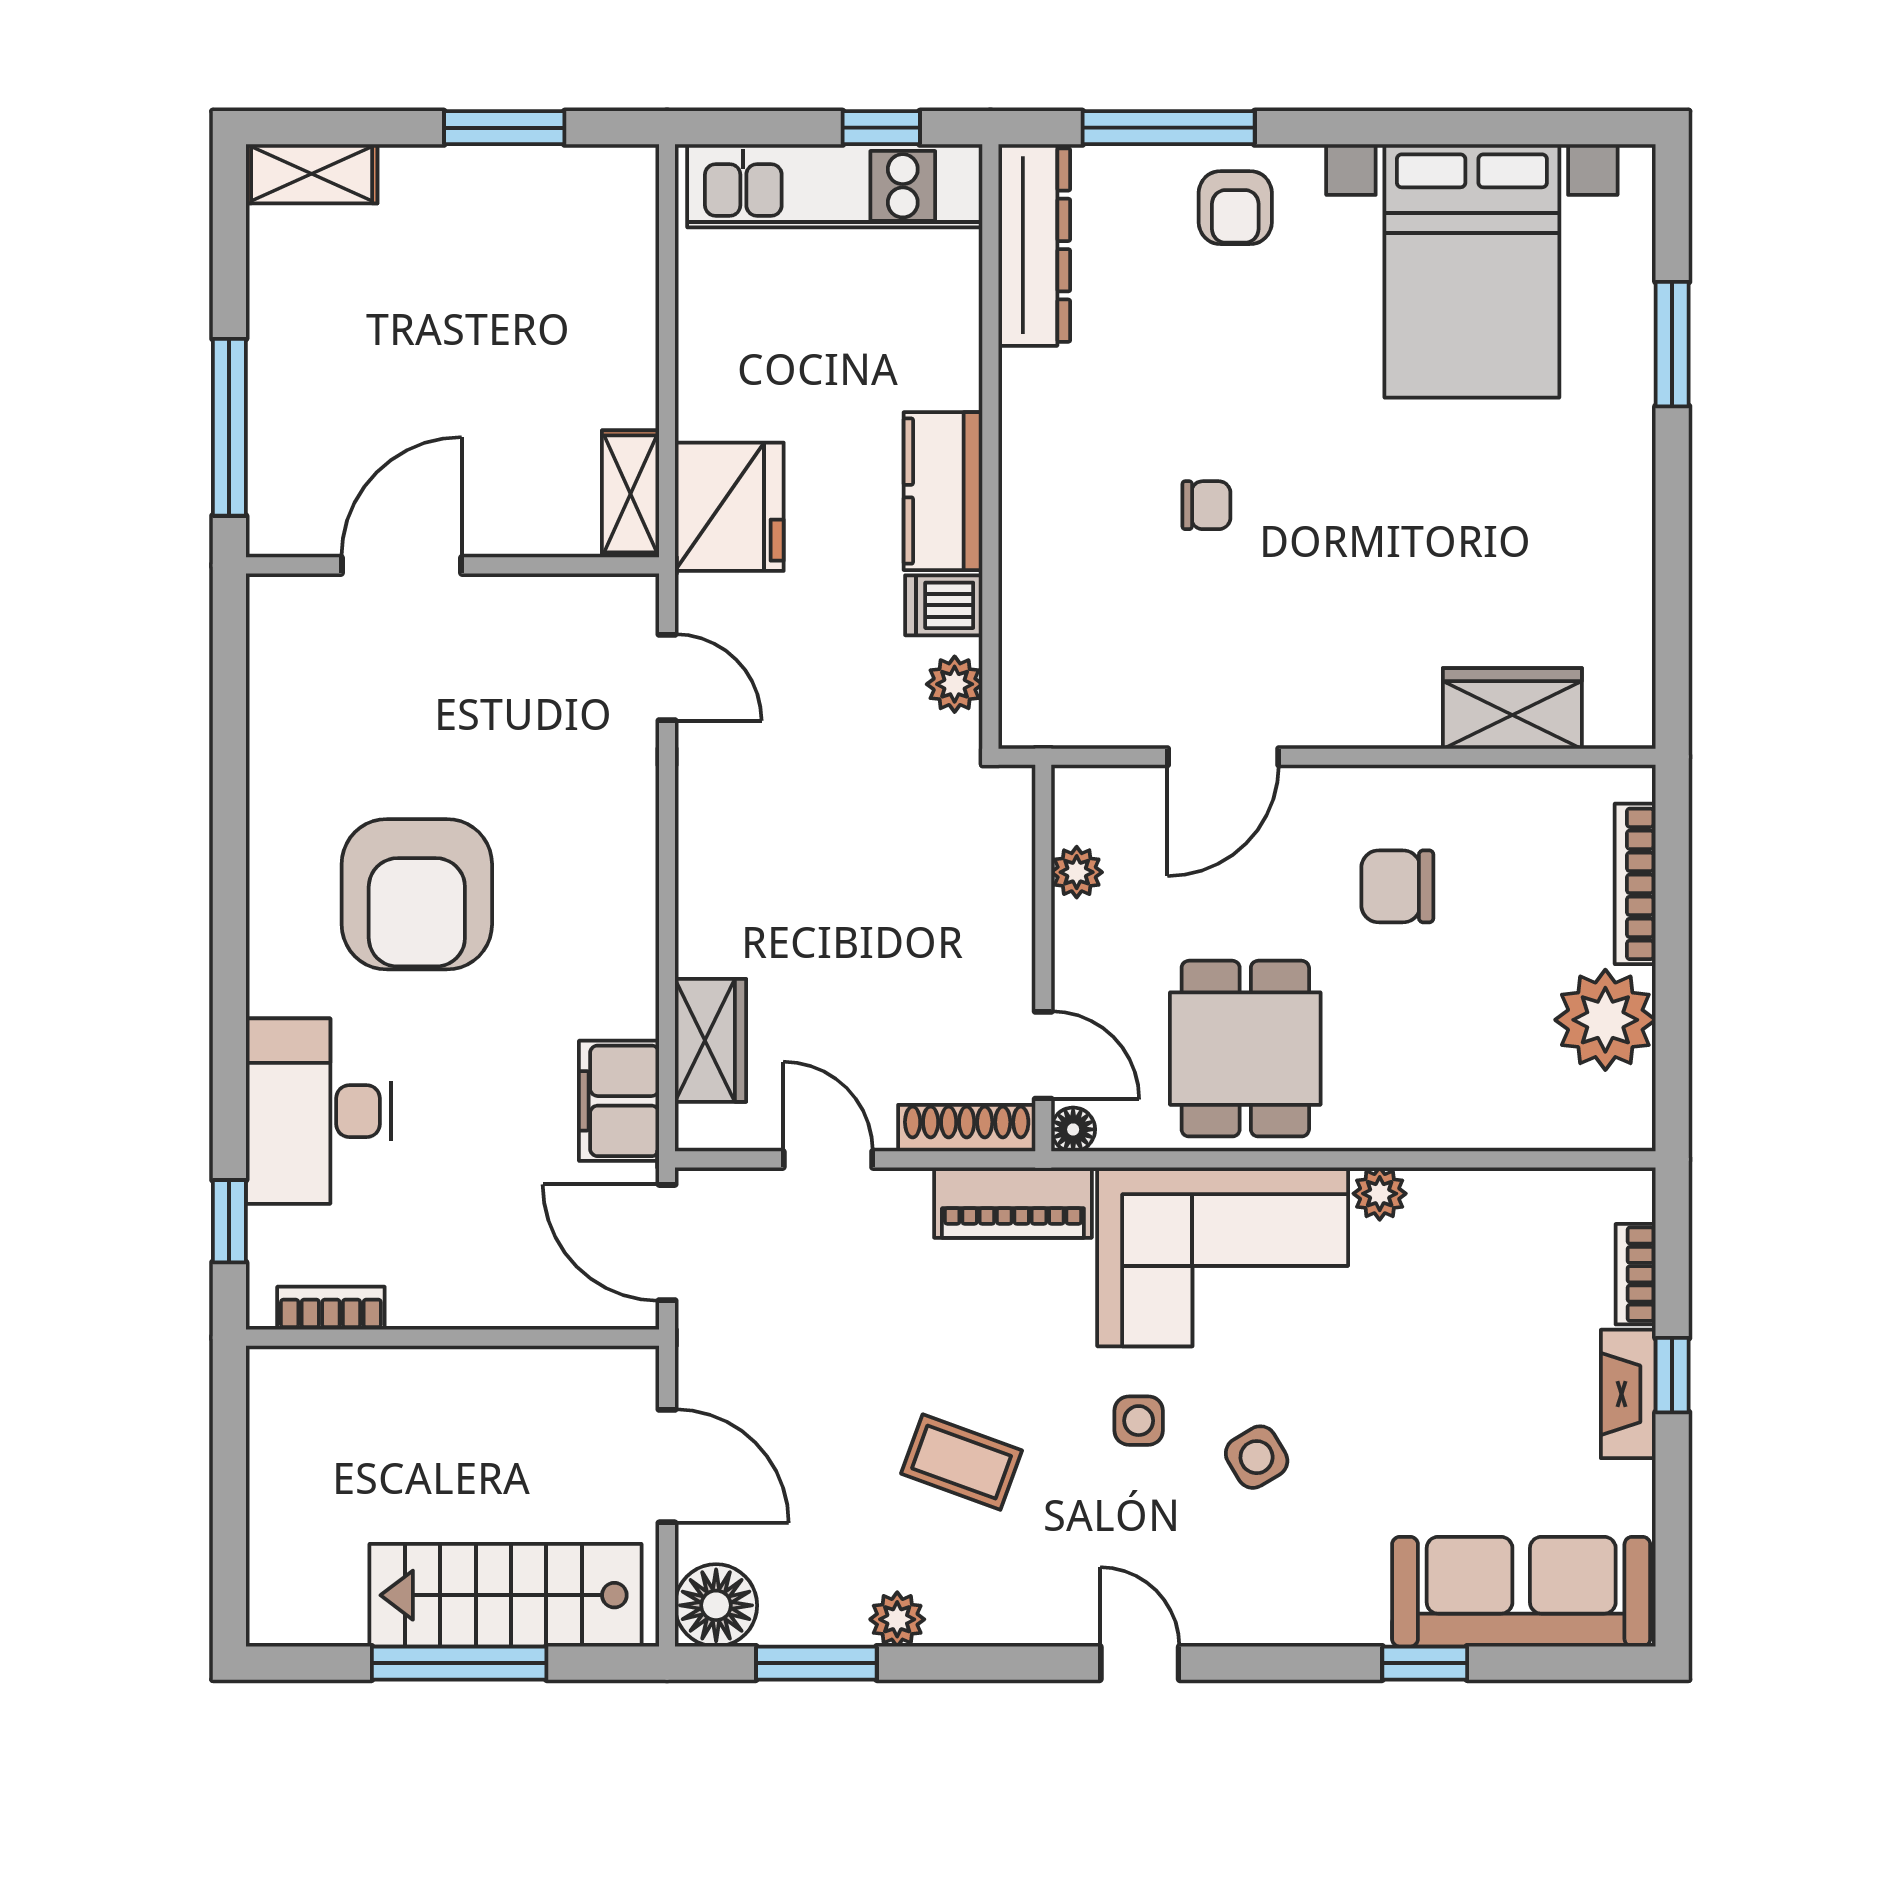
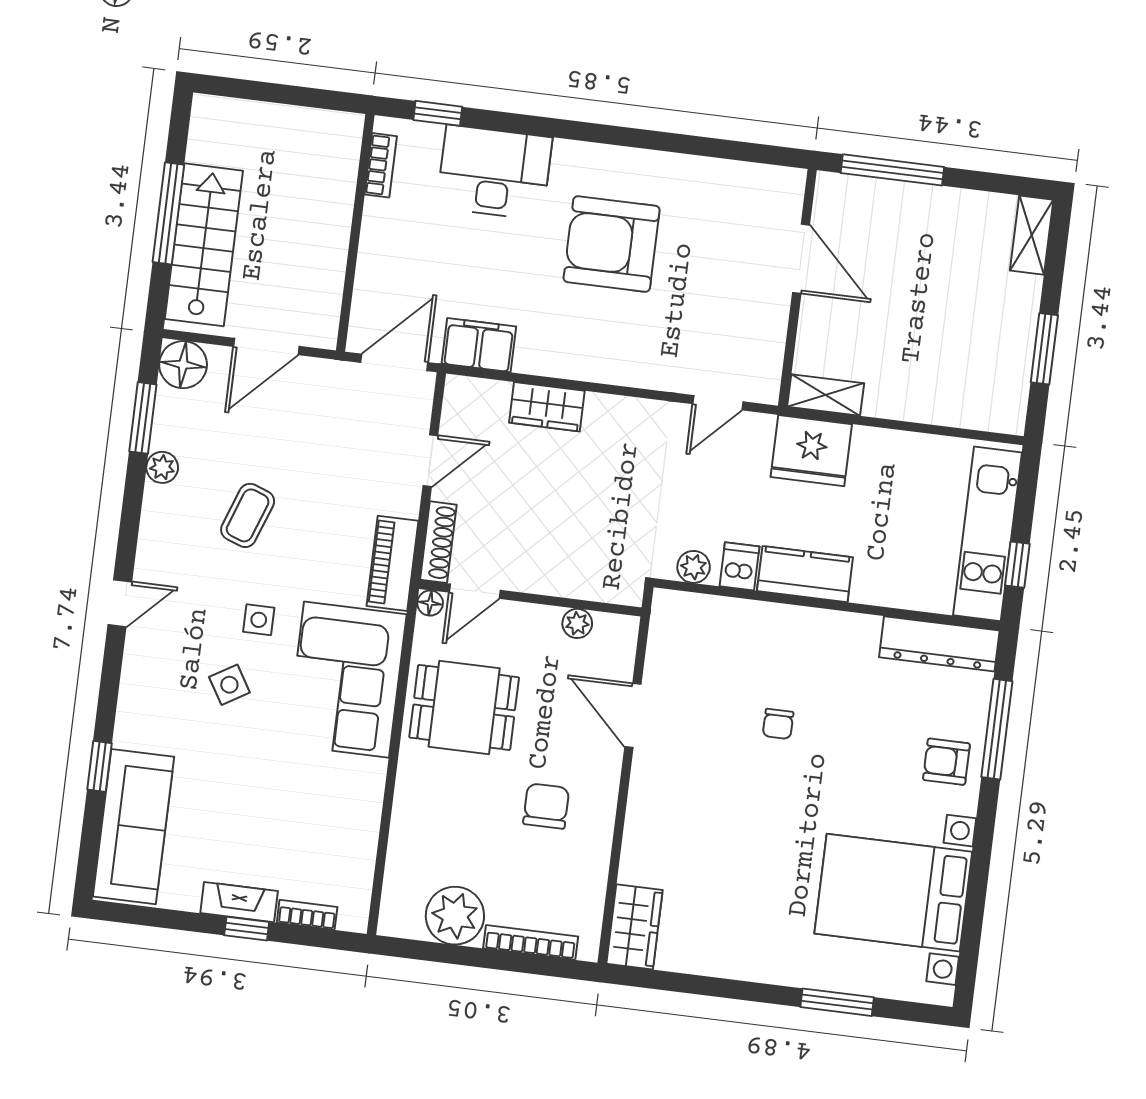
wardrobe: (1512, 708) -> (635, 927), moved
wardrobe: (711, 1040) -> (547, 407), moved
plant: (1380, 1194) -> (371, 774), removed

